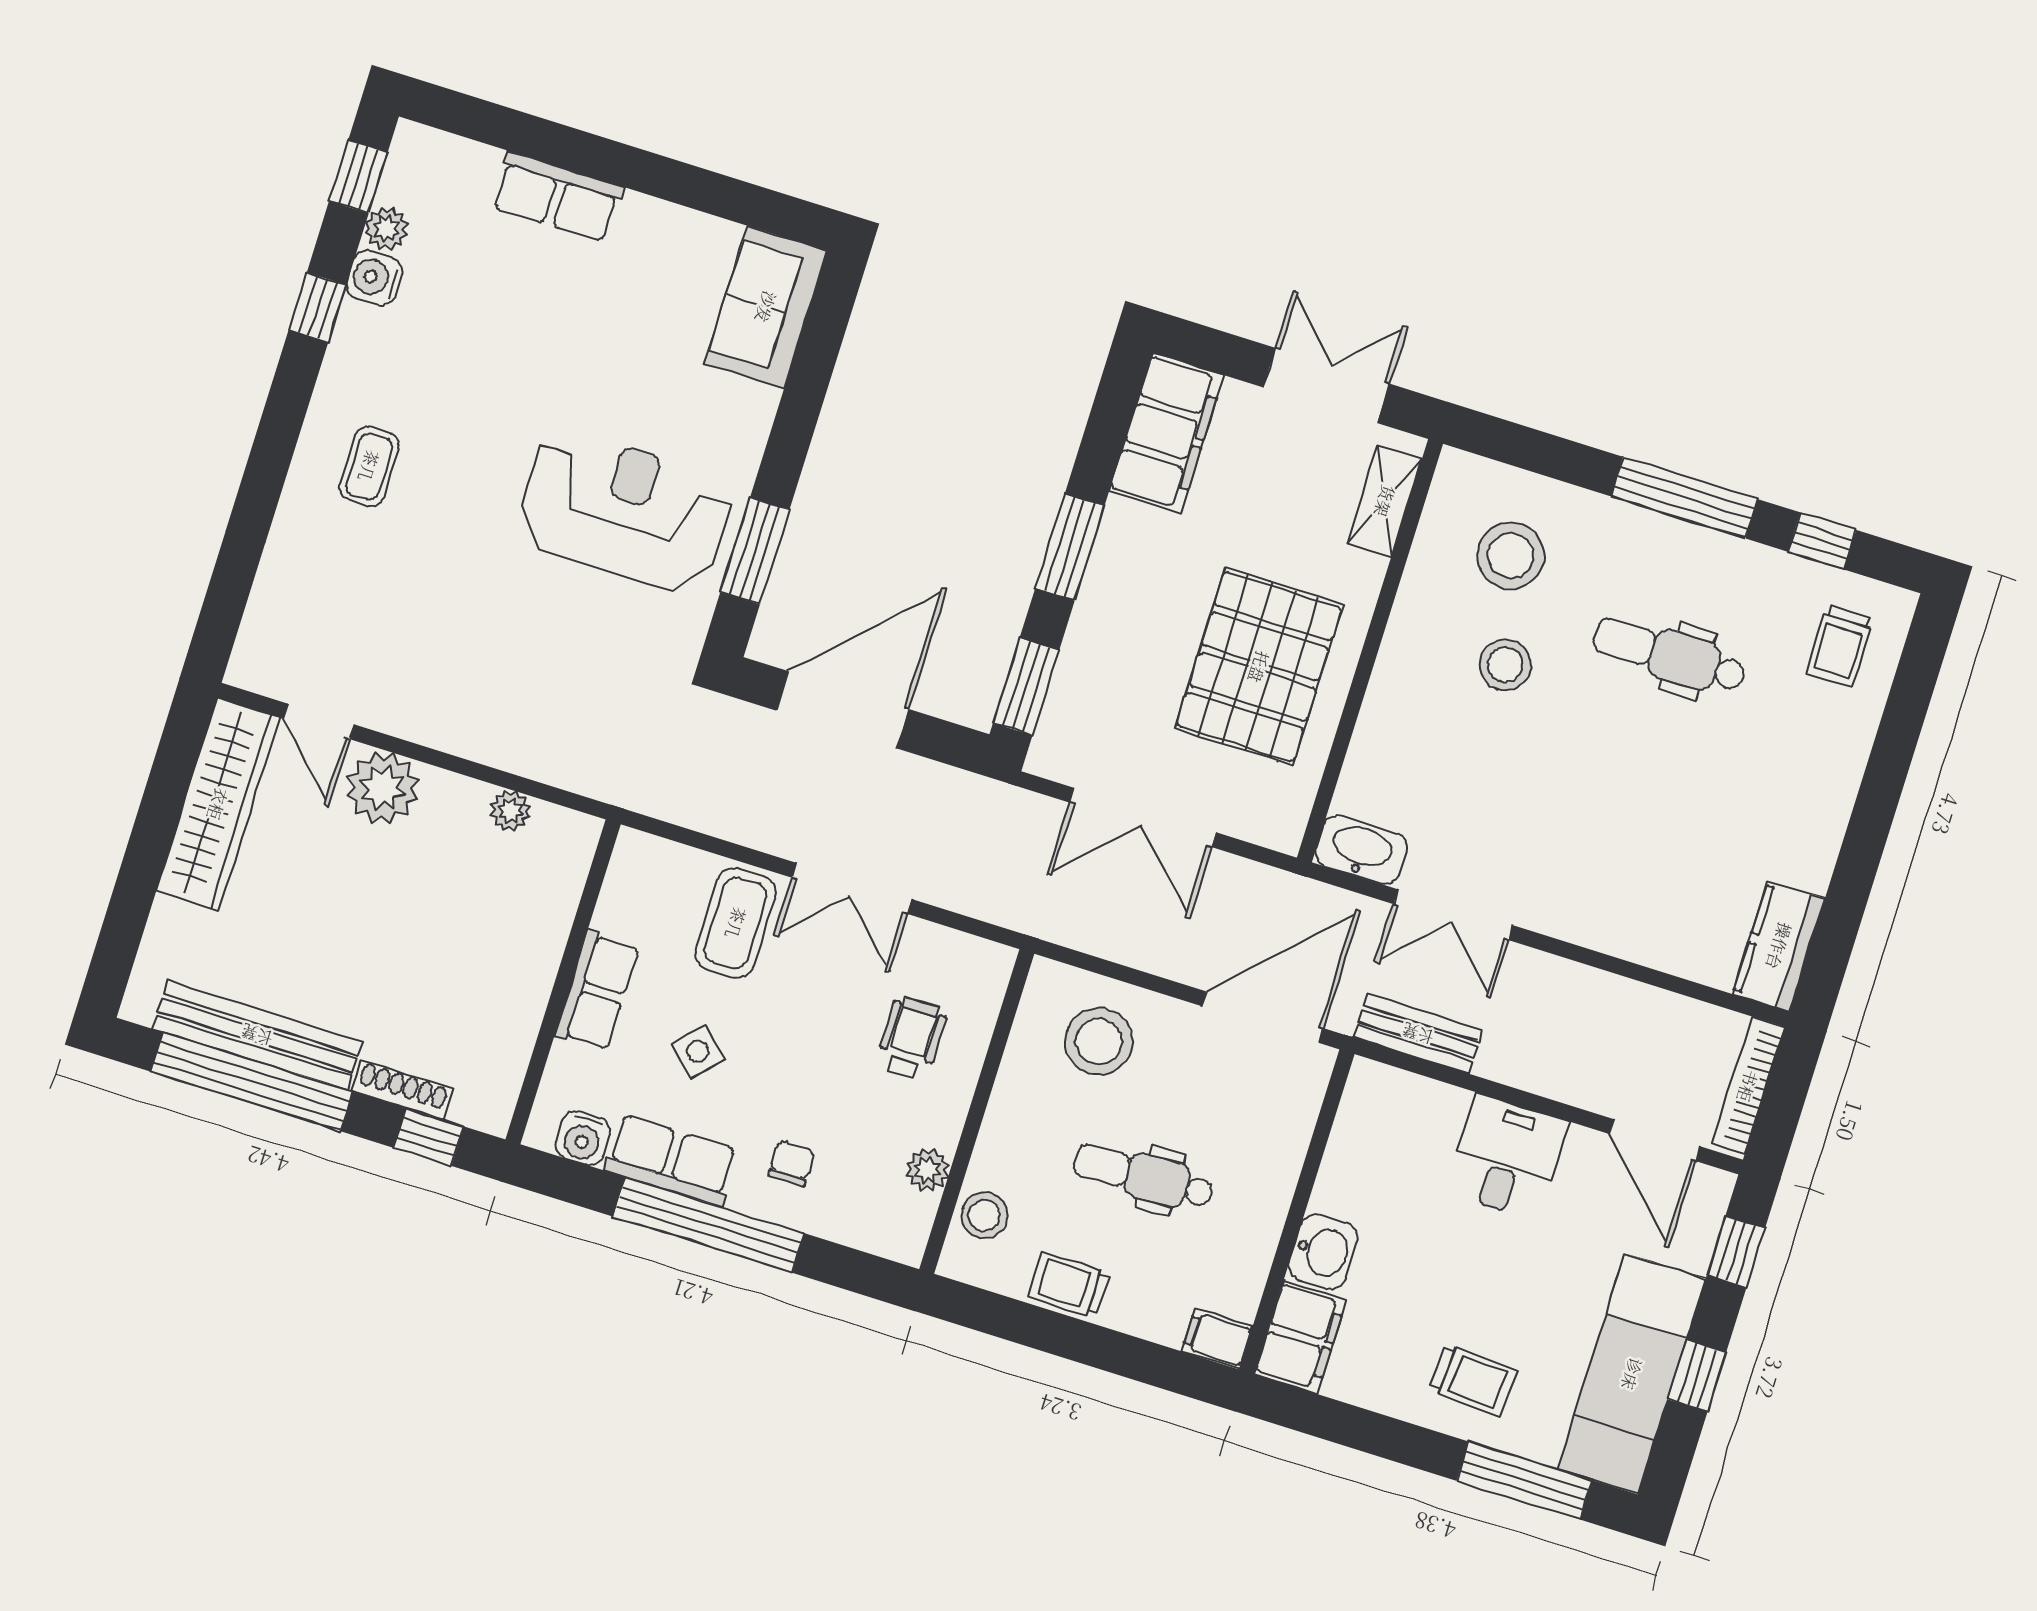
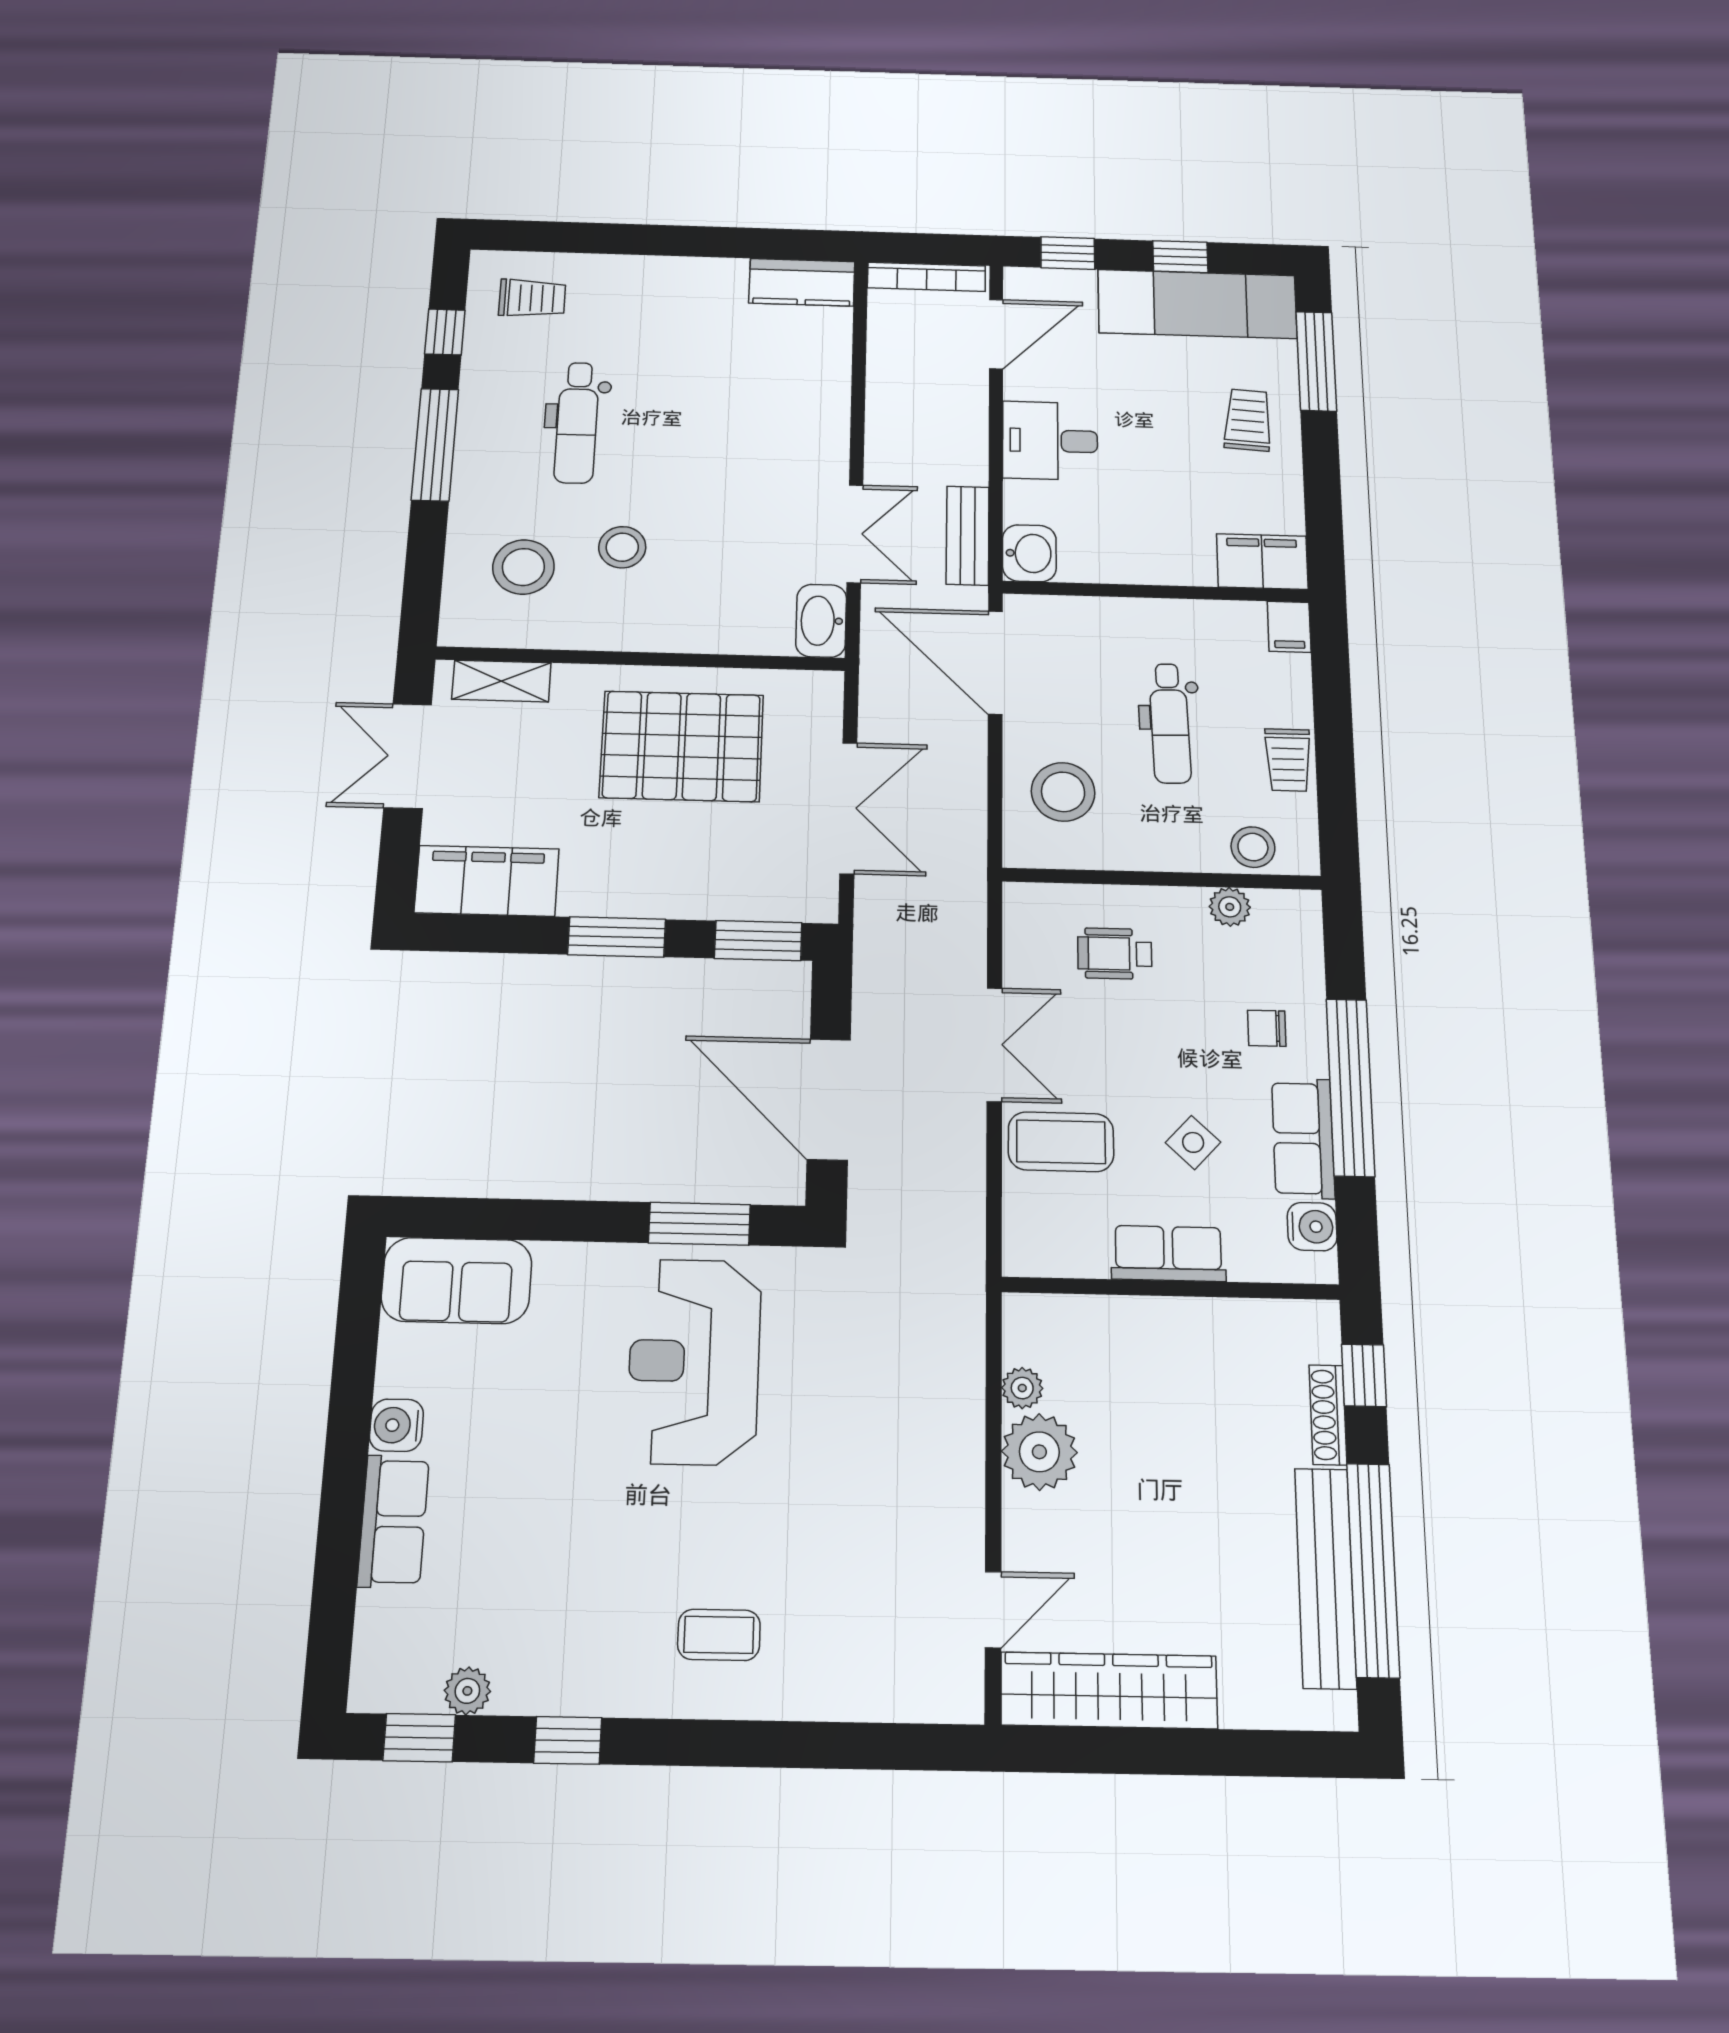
water cooler: (374, 278) -> (396, 1425), moved, turned 90
plant: (383, 788) -> (1039, 1452), moved
washbasin: (1323, 1252) -> (1029, 553), moved, turned 90

